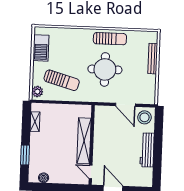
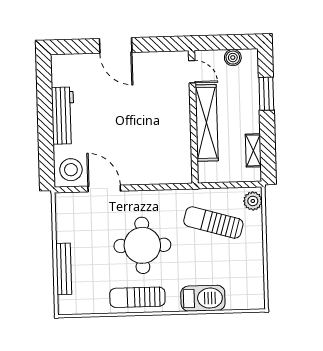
barbecue: (41, 48) -> (203, 298), moved, turned 90
shelving: (84, 141) -> (207, 123), moved
wall: (92, 145) -> (193, 117), moved
door: (91, 172) -> (192, 72), moved

